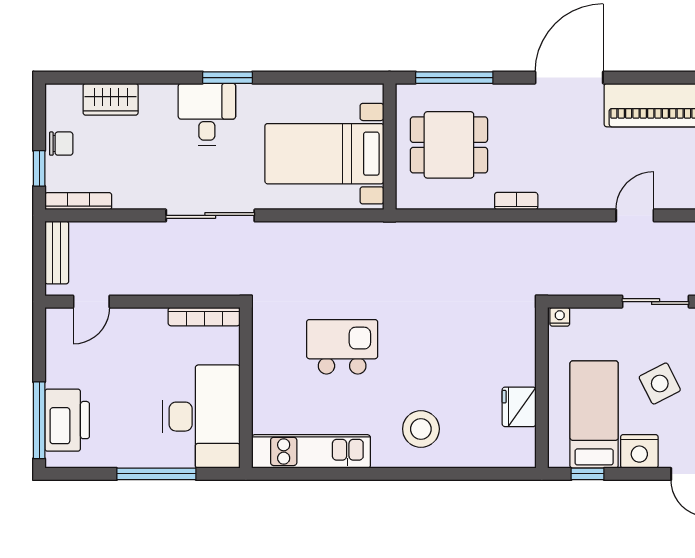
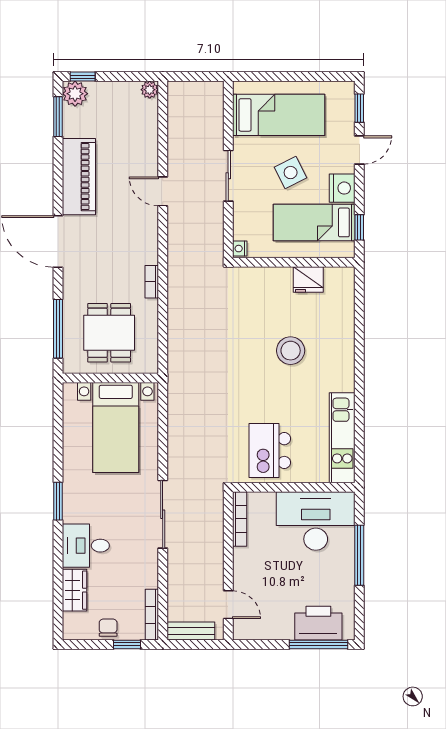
desk: (207, 114) -> (86, 546), moved
kitchen island: (342, 347) -> (270, 451), moved
stool: (421, 429) -> (291, 351), moved

